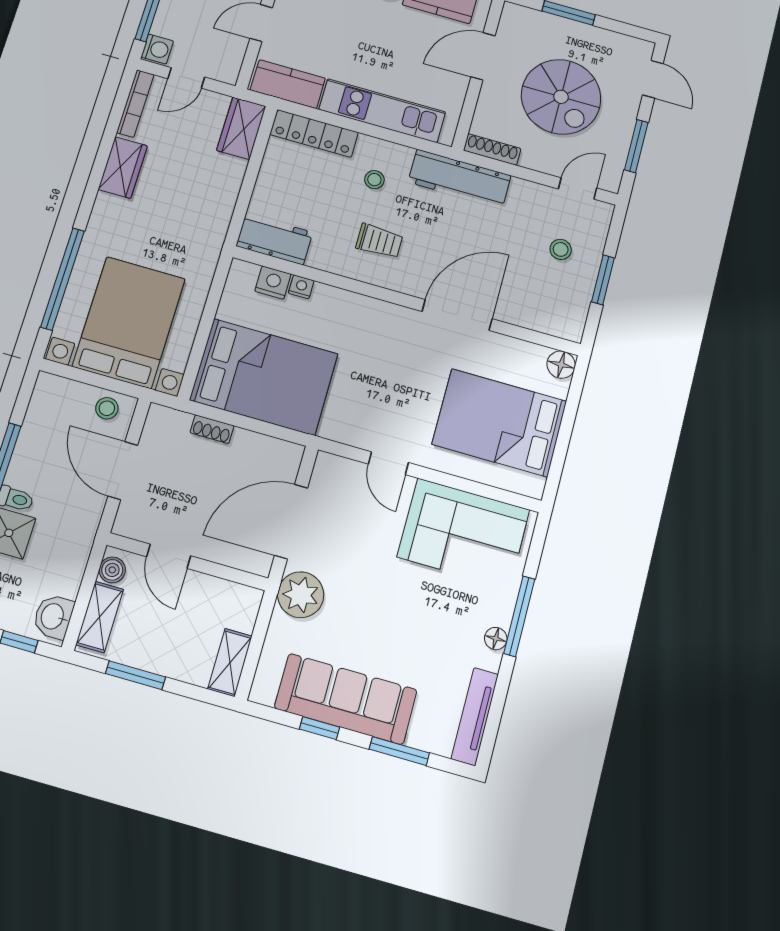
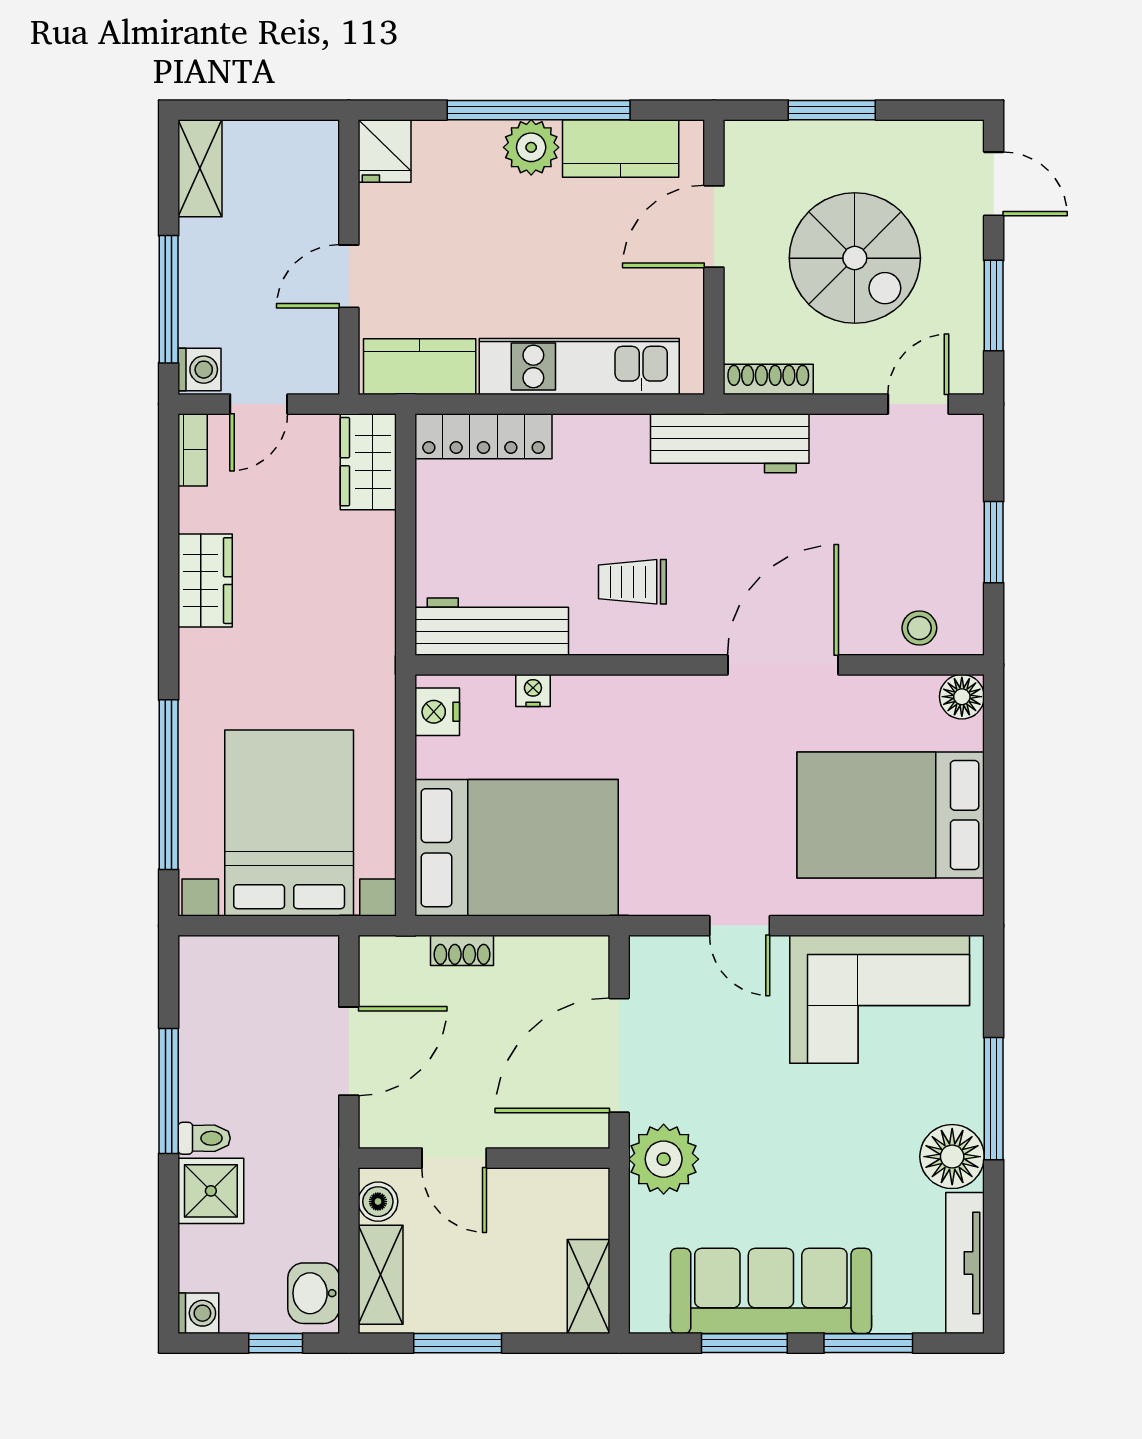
bookcase: (135, 104) -> (193, 450), width x0.64
stool: (374, 180) -> (598, 484), removed
workbench: (274, 239) -> (492, 627), width x1.38
trolley: (379, 241) -> (632, 582), turned 180
stool: (561, 249) -> (919, 628), moved
nightstand: (273, 283) -> (437, 712), moved, turned -90
stool: (107, 408) -> (297, 964), removed
door: (123, 471) -> (349, 1051), swing flipped
floor lamp: (496, 639) -> (952, 1157), width x1.89, depth x1.89
window: (320, 728) -> (744, 1343), width x1.50

